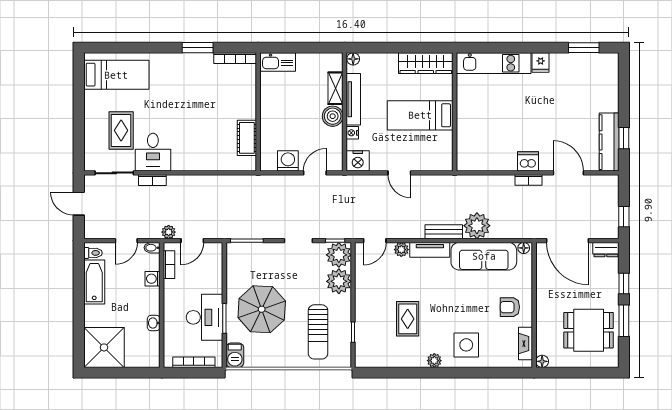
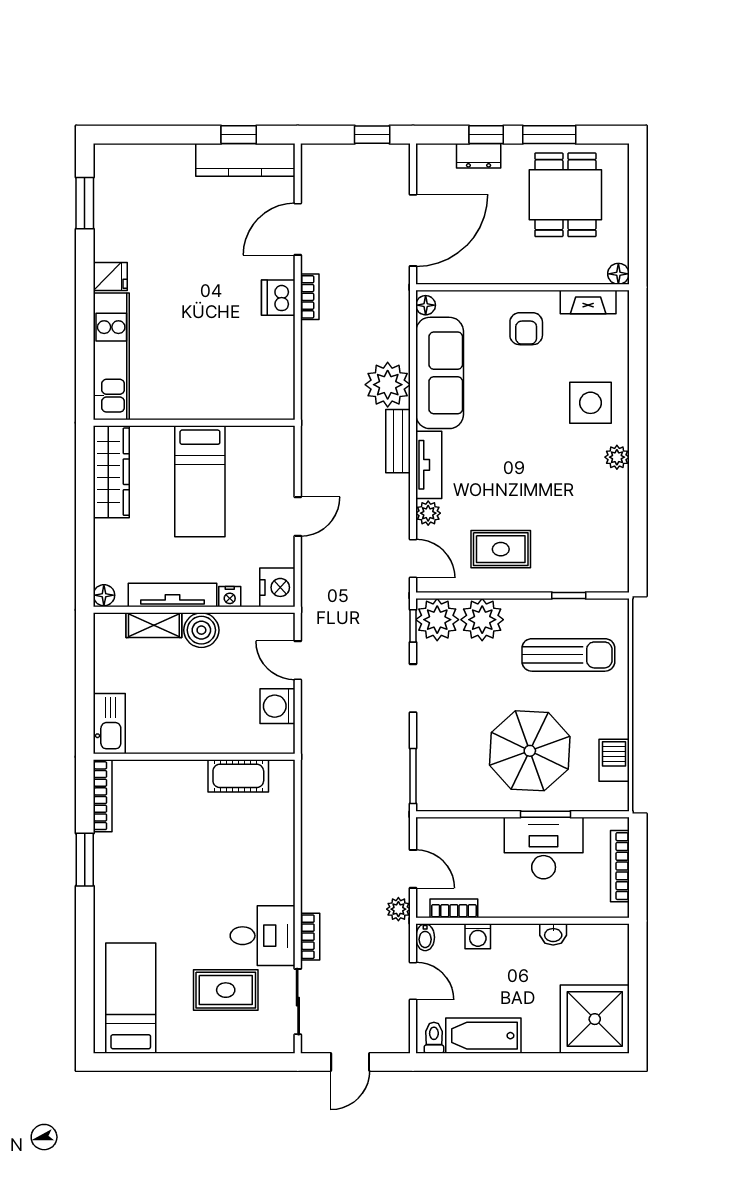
dresser: (606, 250) -> (479, 156), moved, turned 90
rug: (408, 319) -> (501, 549), moved
barbecue: (235, 355) -> (614, 760), moved, turned -90

